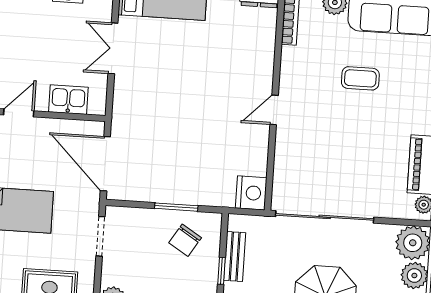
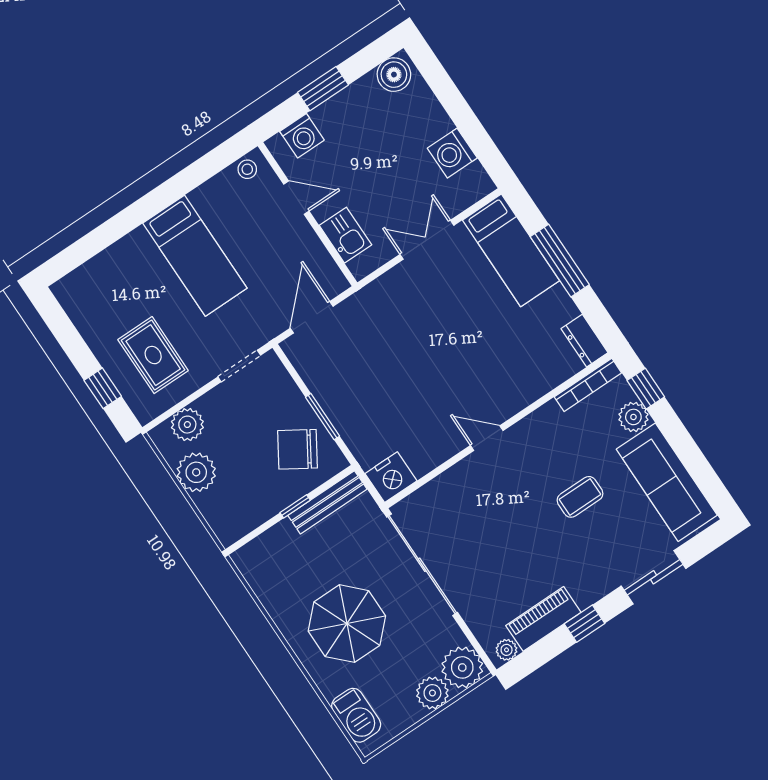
coffee table: (360, 78) -> (580, 497), turned 90
door: (105, 164) -> (312, 317), width x0.73
chair: (185, 240) -> (298, 449), width x1.37, depth x1.37
bench: (235, 256) -> (327, 502), width x1.36

